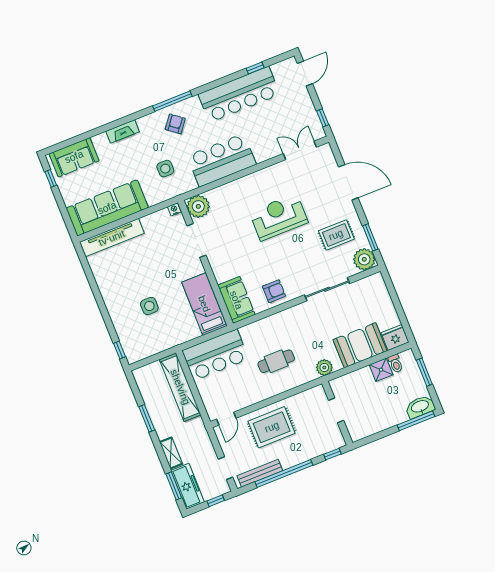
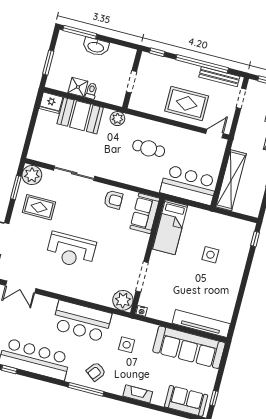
armchair: (274, 291) -> (113, 200), turned 180
toilet: (396, 363) -> (91, 91), moved
washbasin: (420, 407) -> (96, 47), moved

